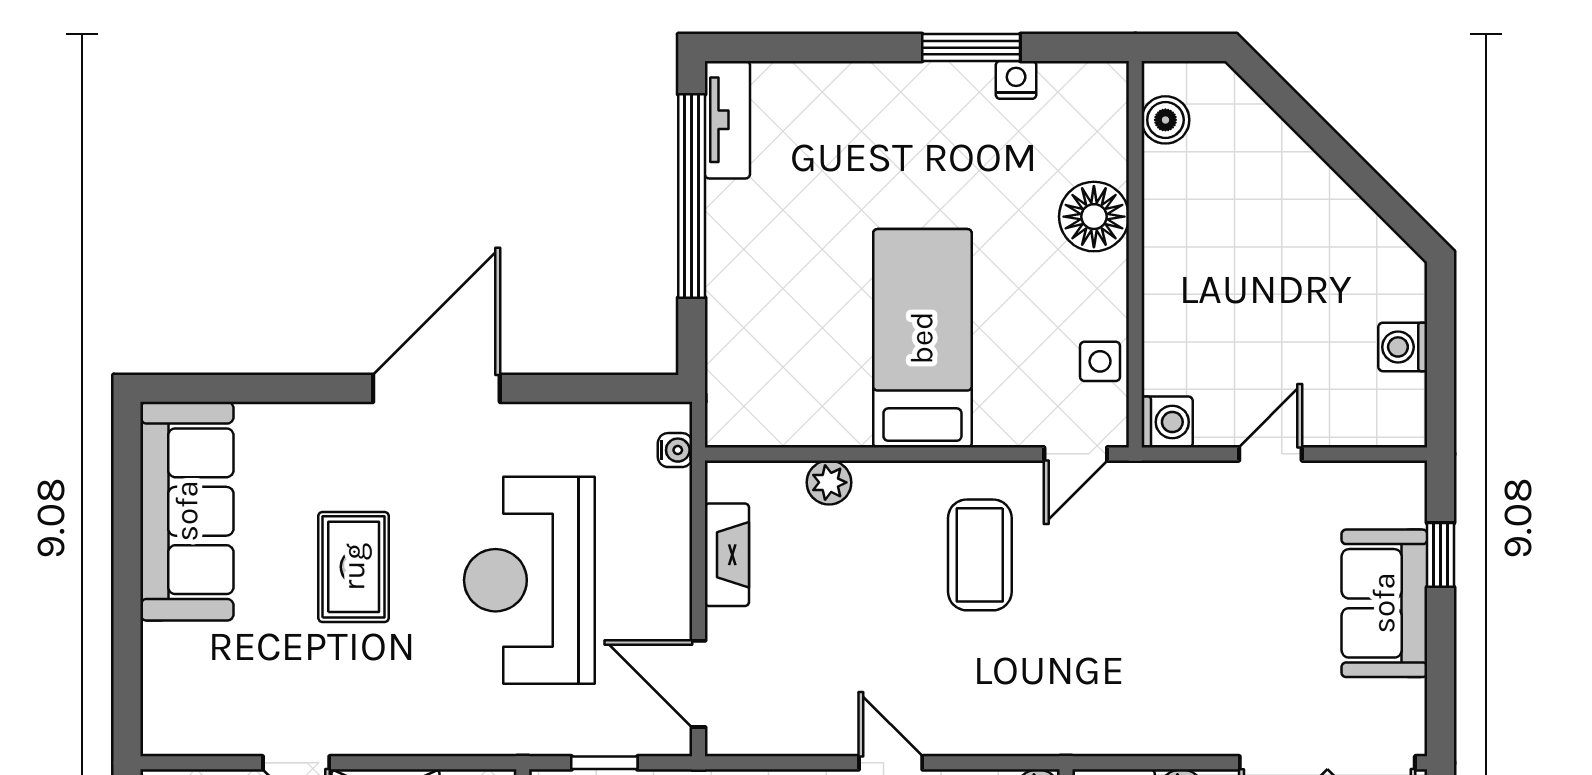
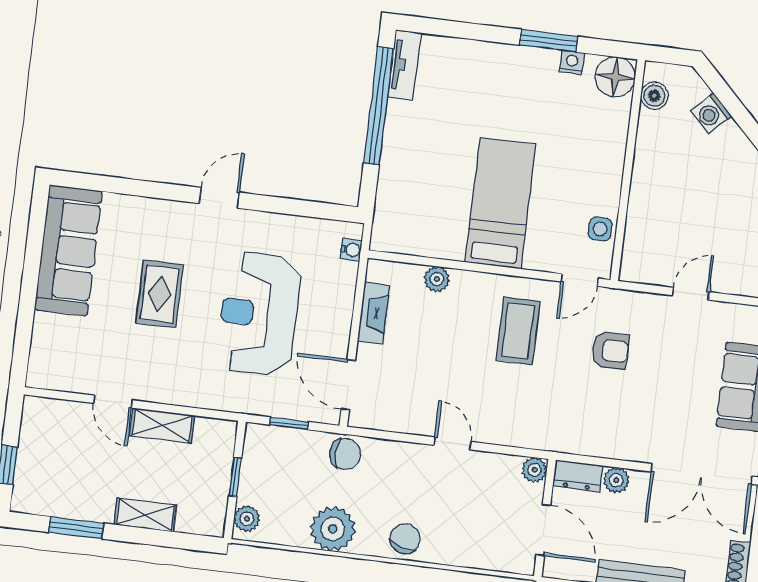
floor lamp: (1094, 217) -> (615, 77), moved
door: (436, 388) -> (219, 198), width x0.53
washing machine: (1167, 422) -> (711, 113), moved, turned 135
armchair: (1143, 569) -> (610, 350), added

